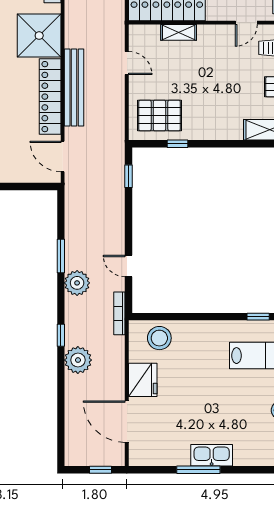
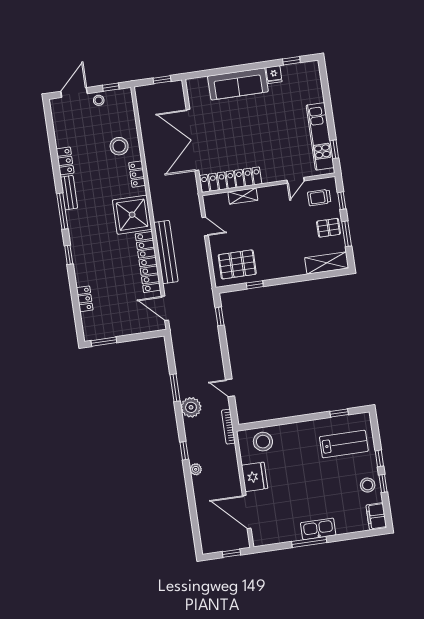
plant: (78, 360) -> (196, 469), width x0.53, depth x0.53

